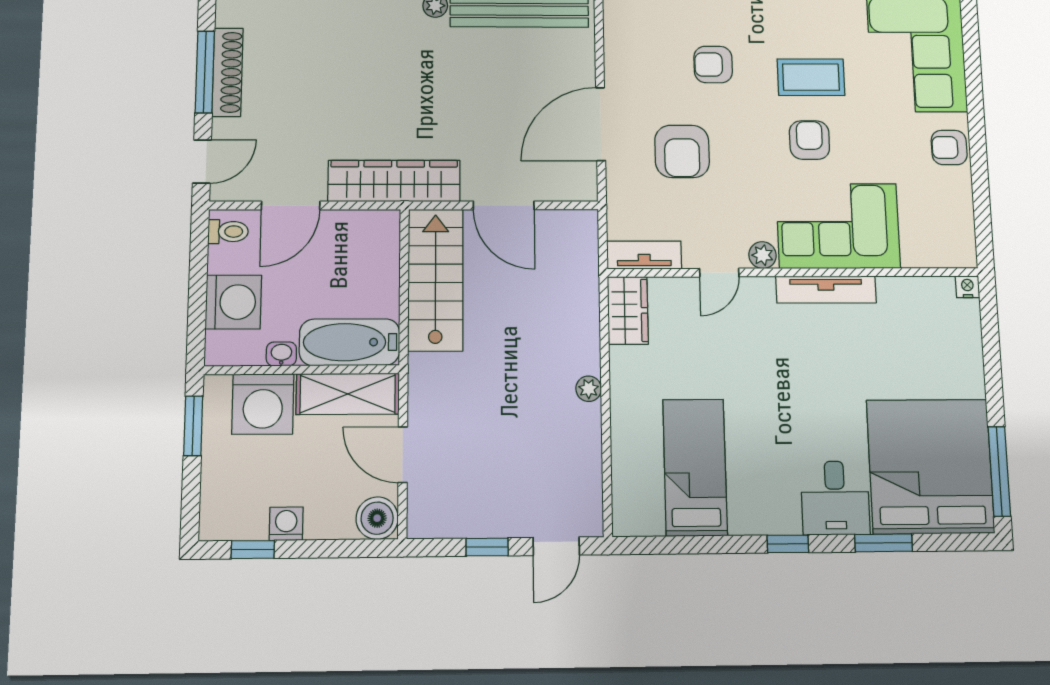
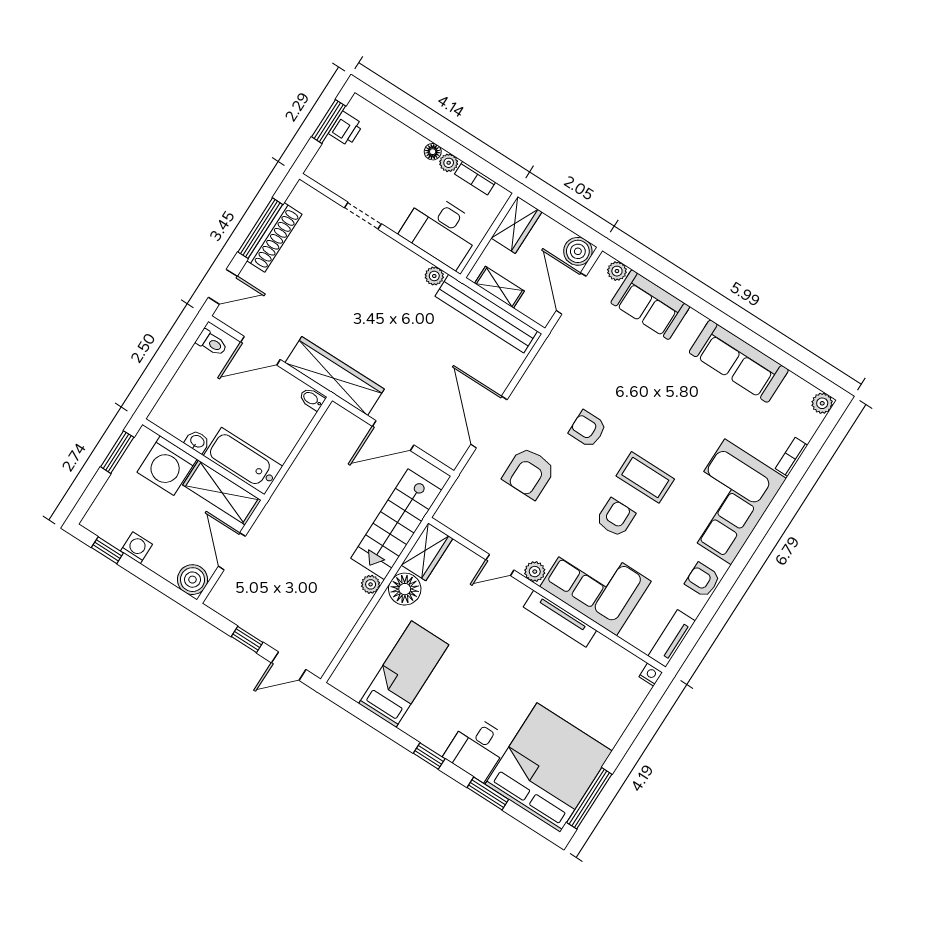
door: (601, 124) -> (489, 422), hinge flipped
door: (504, 205) -> (393, 436), hinge flipped
bidet: (385, 222) -> (312, 399), added
tv unit: (644, 255) -> (672, 638), moved, turned -90
stairs: (435, 280) -> (396, 524), moved, turned 180
washing machine: (233, 302) -> (188, 390), removed
floor lamp: (631, 369) -> (405, 589), added

